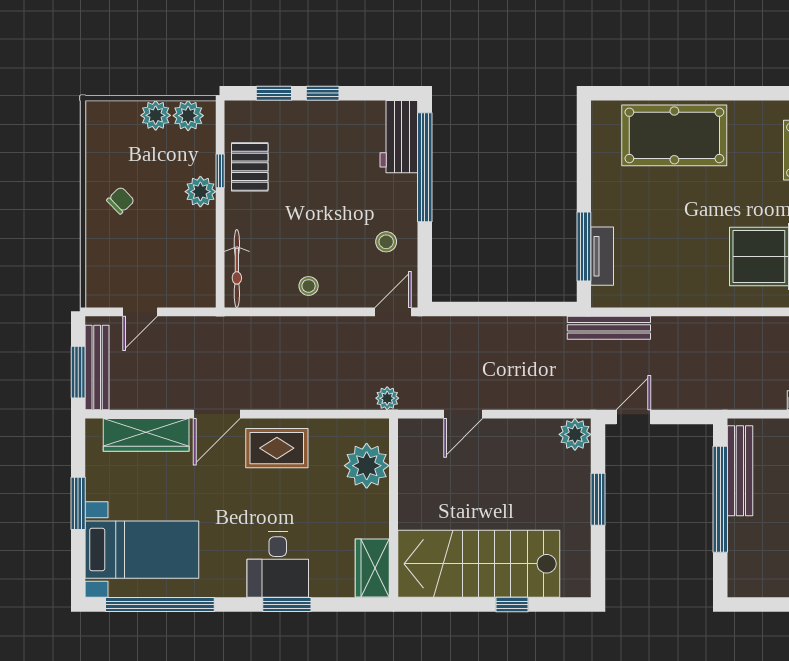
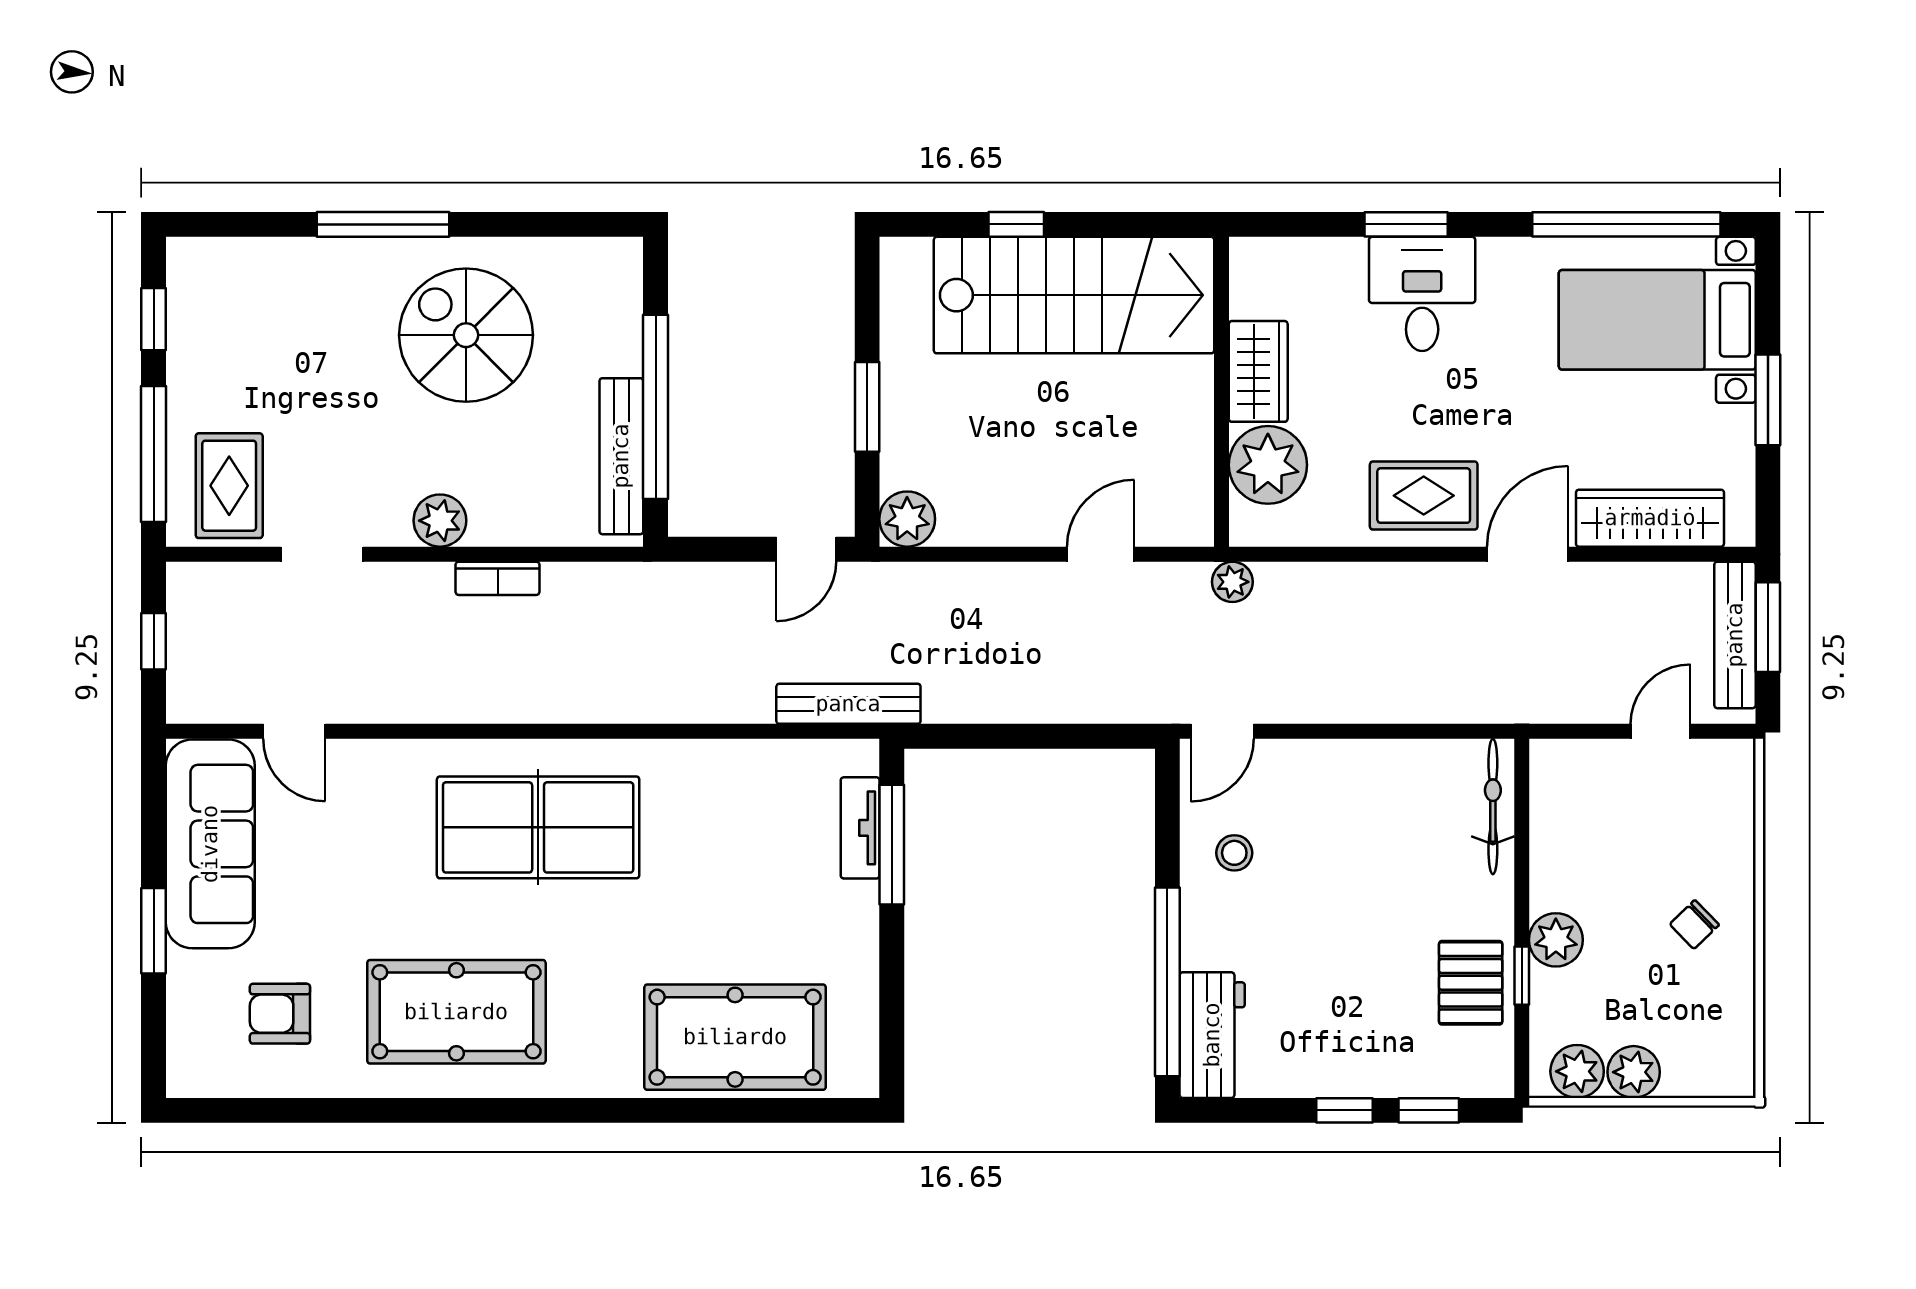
stool: (309, 286) -> (1369, 776), removed
wardrobe: (372, 568) -> (1258, 371), moved

